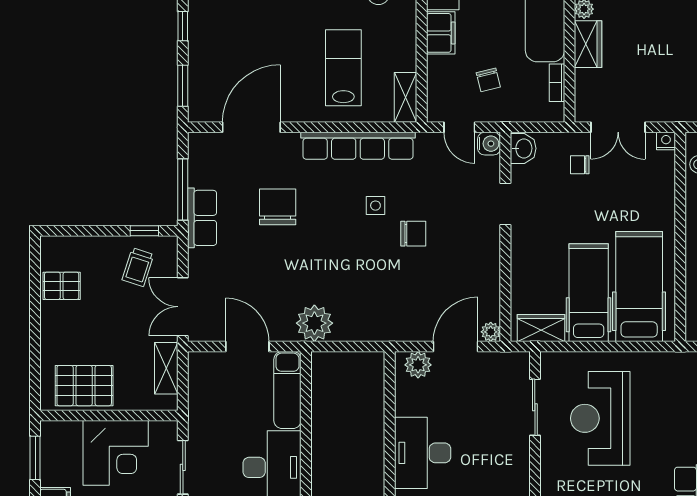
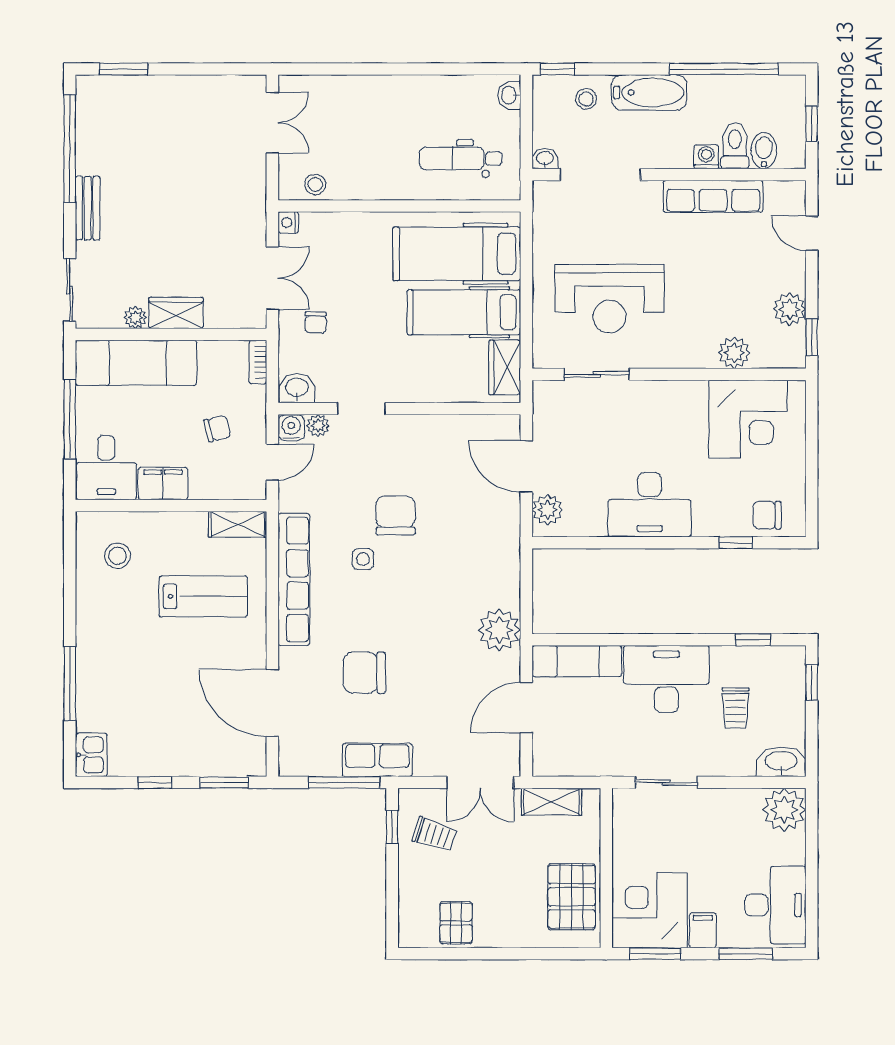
lab bench: (343, 68) -> (203, 596), turned 180
bookcase: (557, 83) -> (258, 362), moved, turned 90
chair: (413, 234) -> (396, 515), width x1.37, depth x1.37
plant: (491, 332) -> (318, 426), moved
corner desk: (116, 453) -> (650, 910), moved, turned -90

